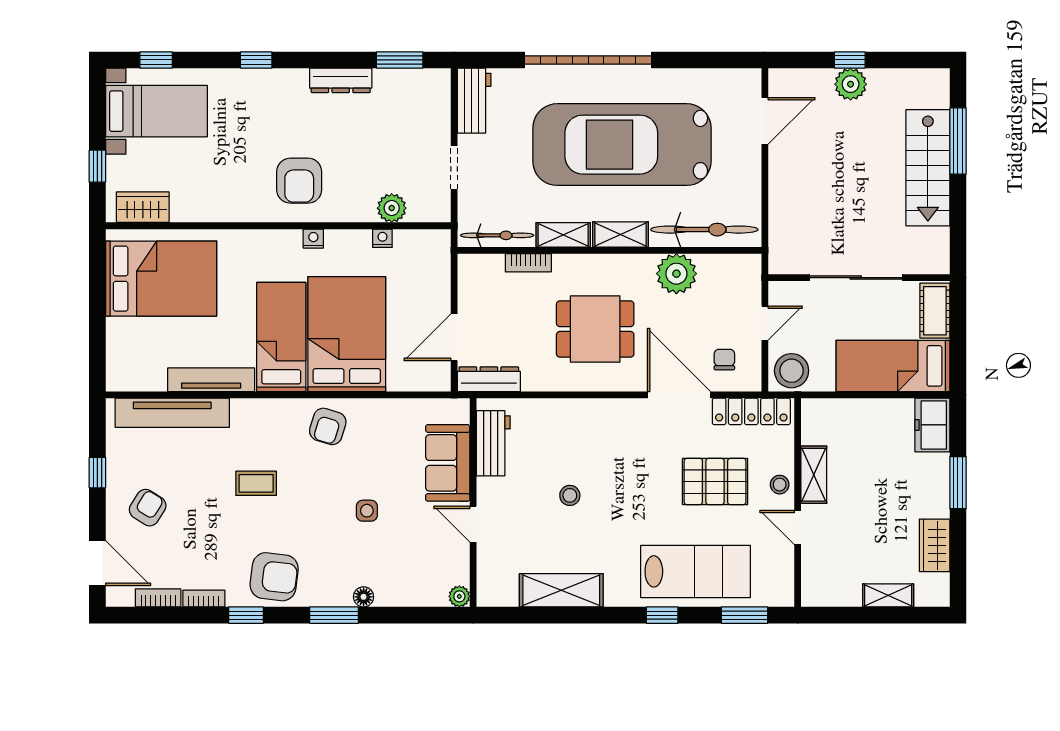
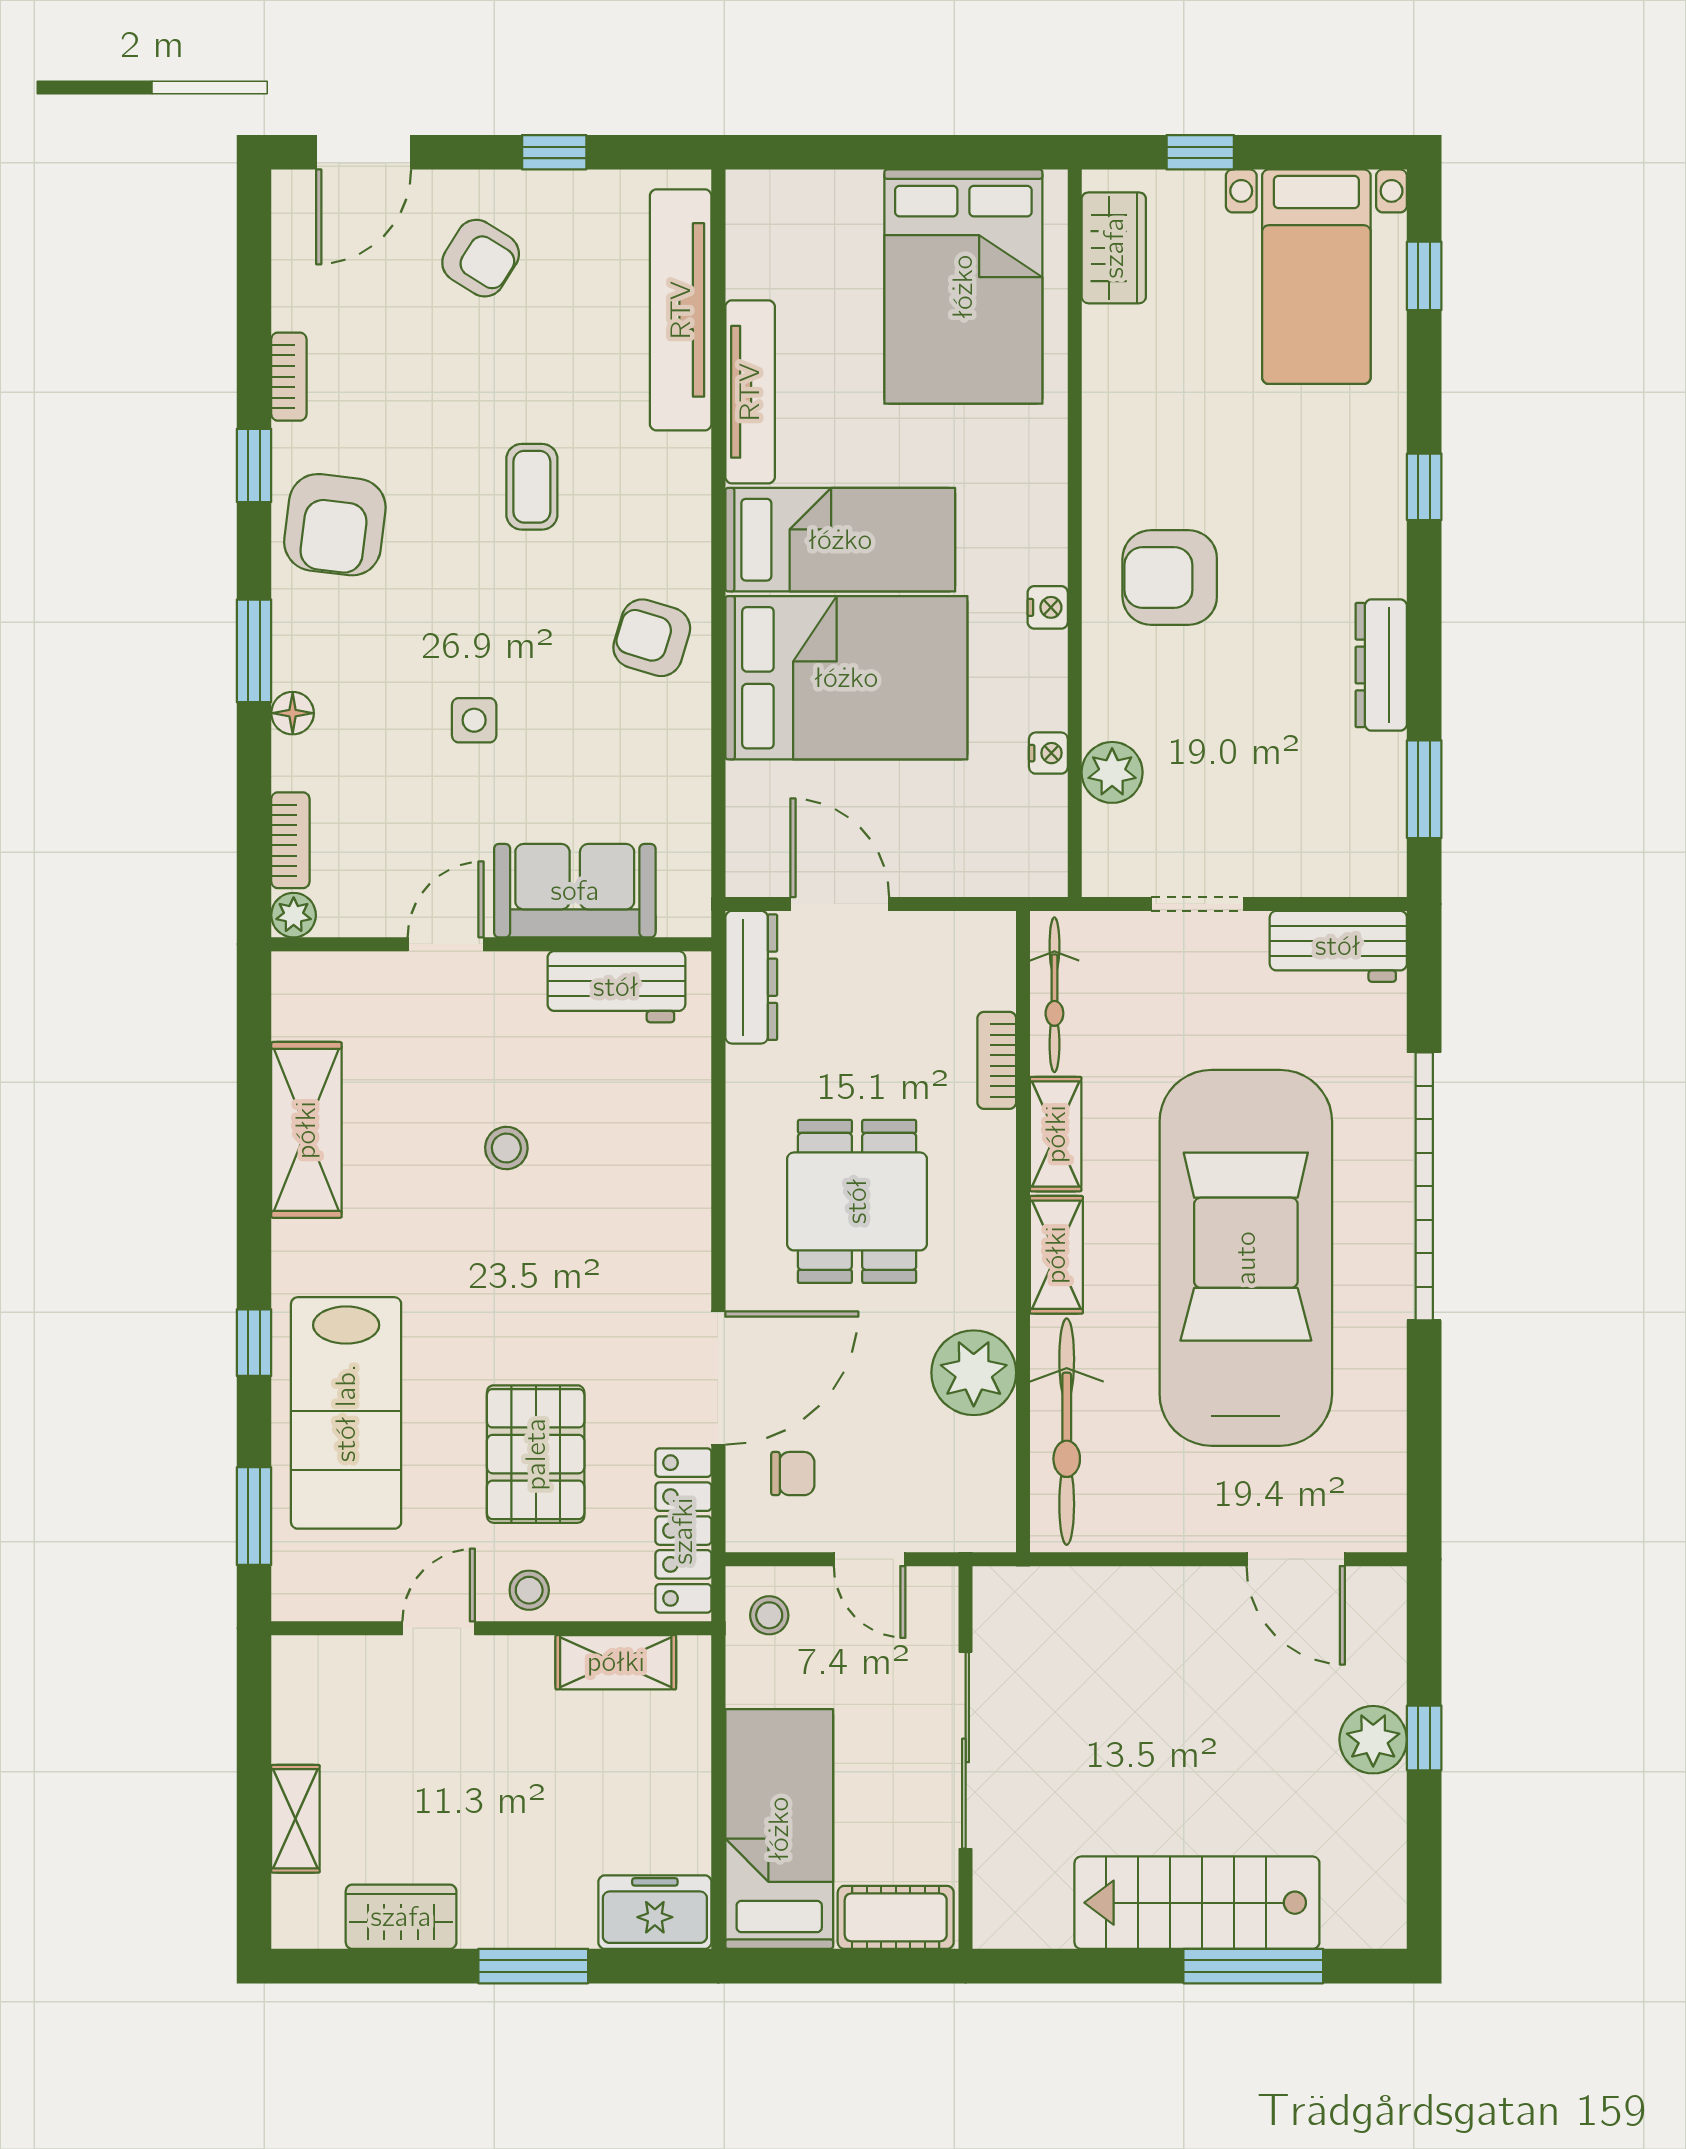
stool: (792, 371) -> (769, 1615), width x0.53, depth x0.53
shelving: (814, 475) -> (616, 1662), moved
bookcase: (158, 598) -> (290, 840), moved

